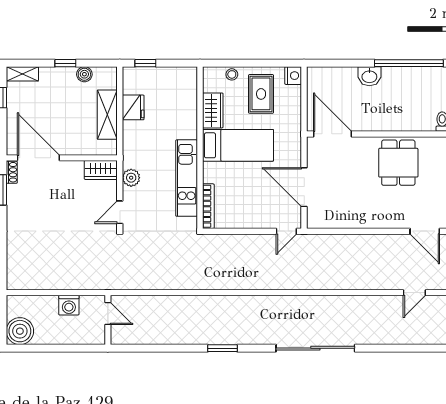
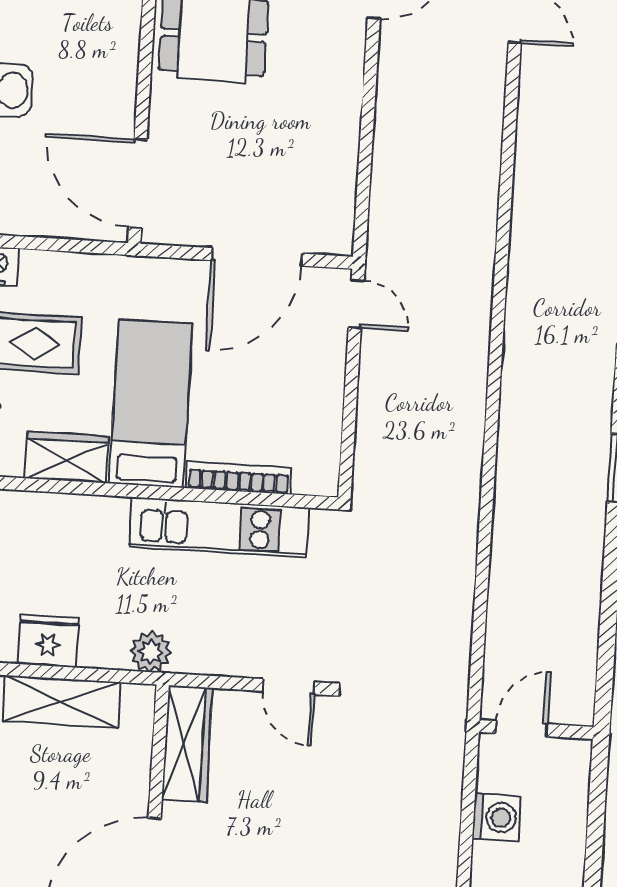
door: (332, 134) -> (138, 184), hinge flipped
wardrobe: (101, 170) -> (187, 744), width x1.50
plant: (131, 178) -> (151, 652), moved
bookcase: (208, 206) -> (239, 478), moved

